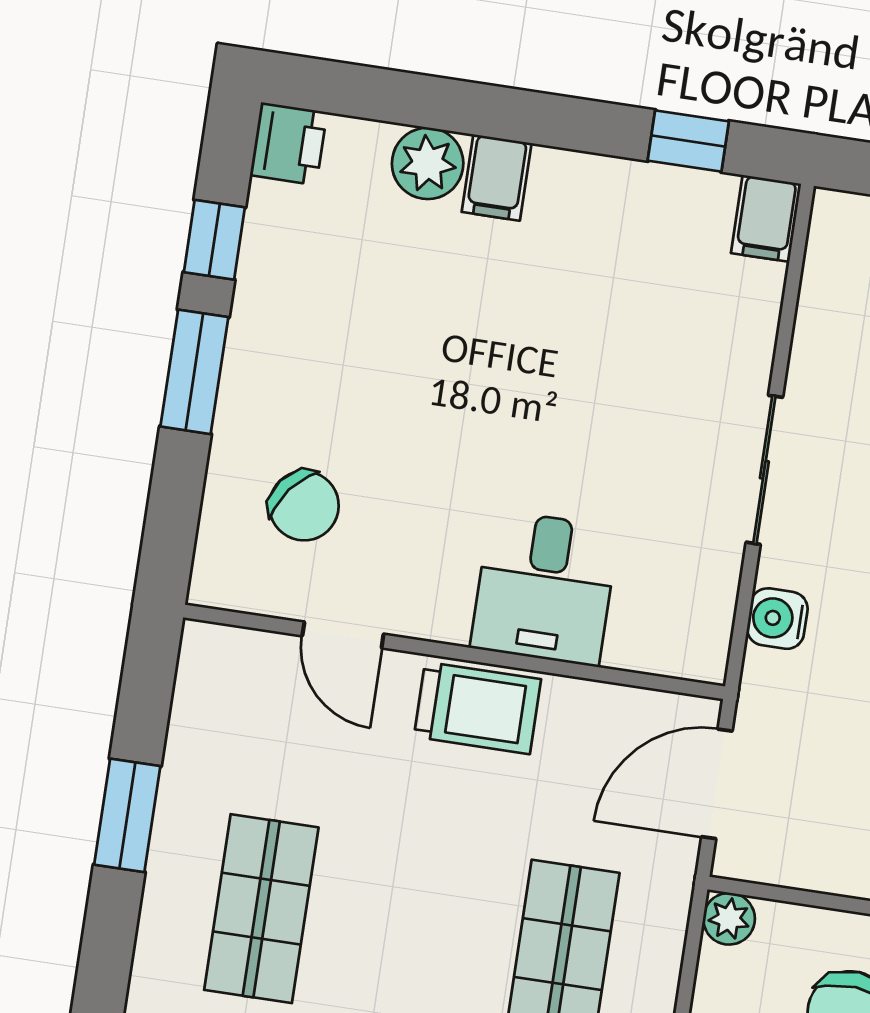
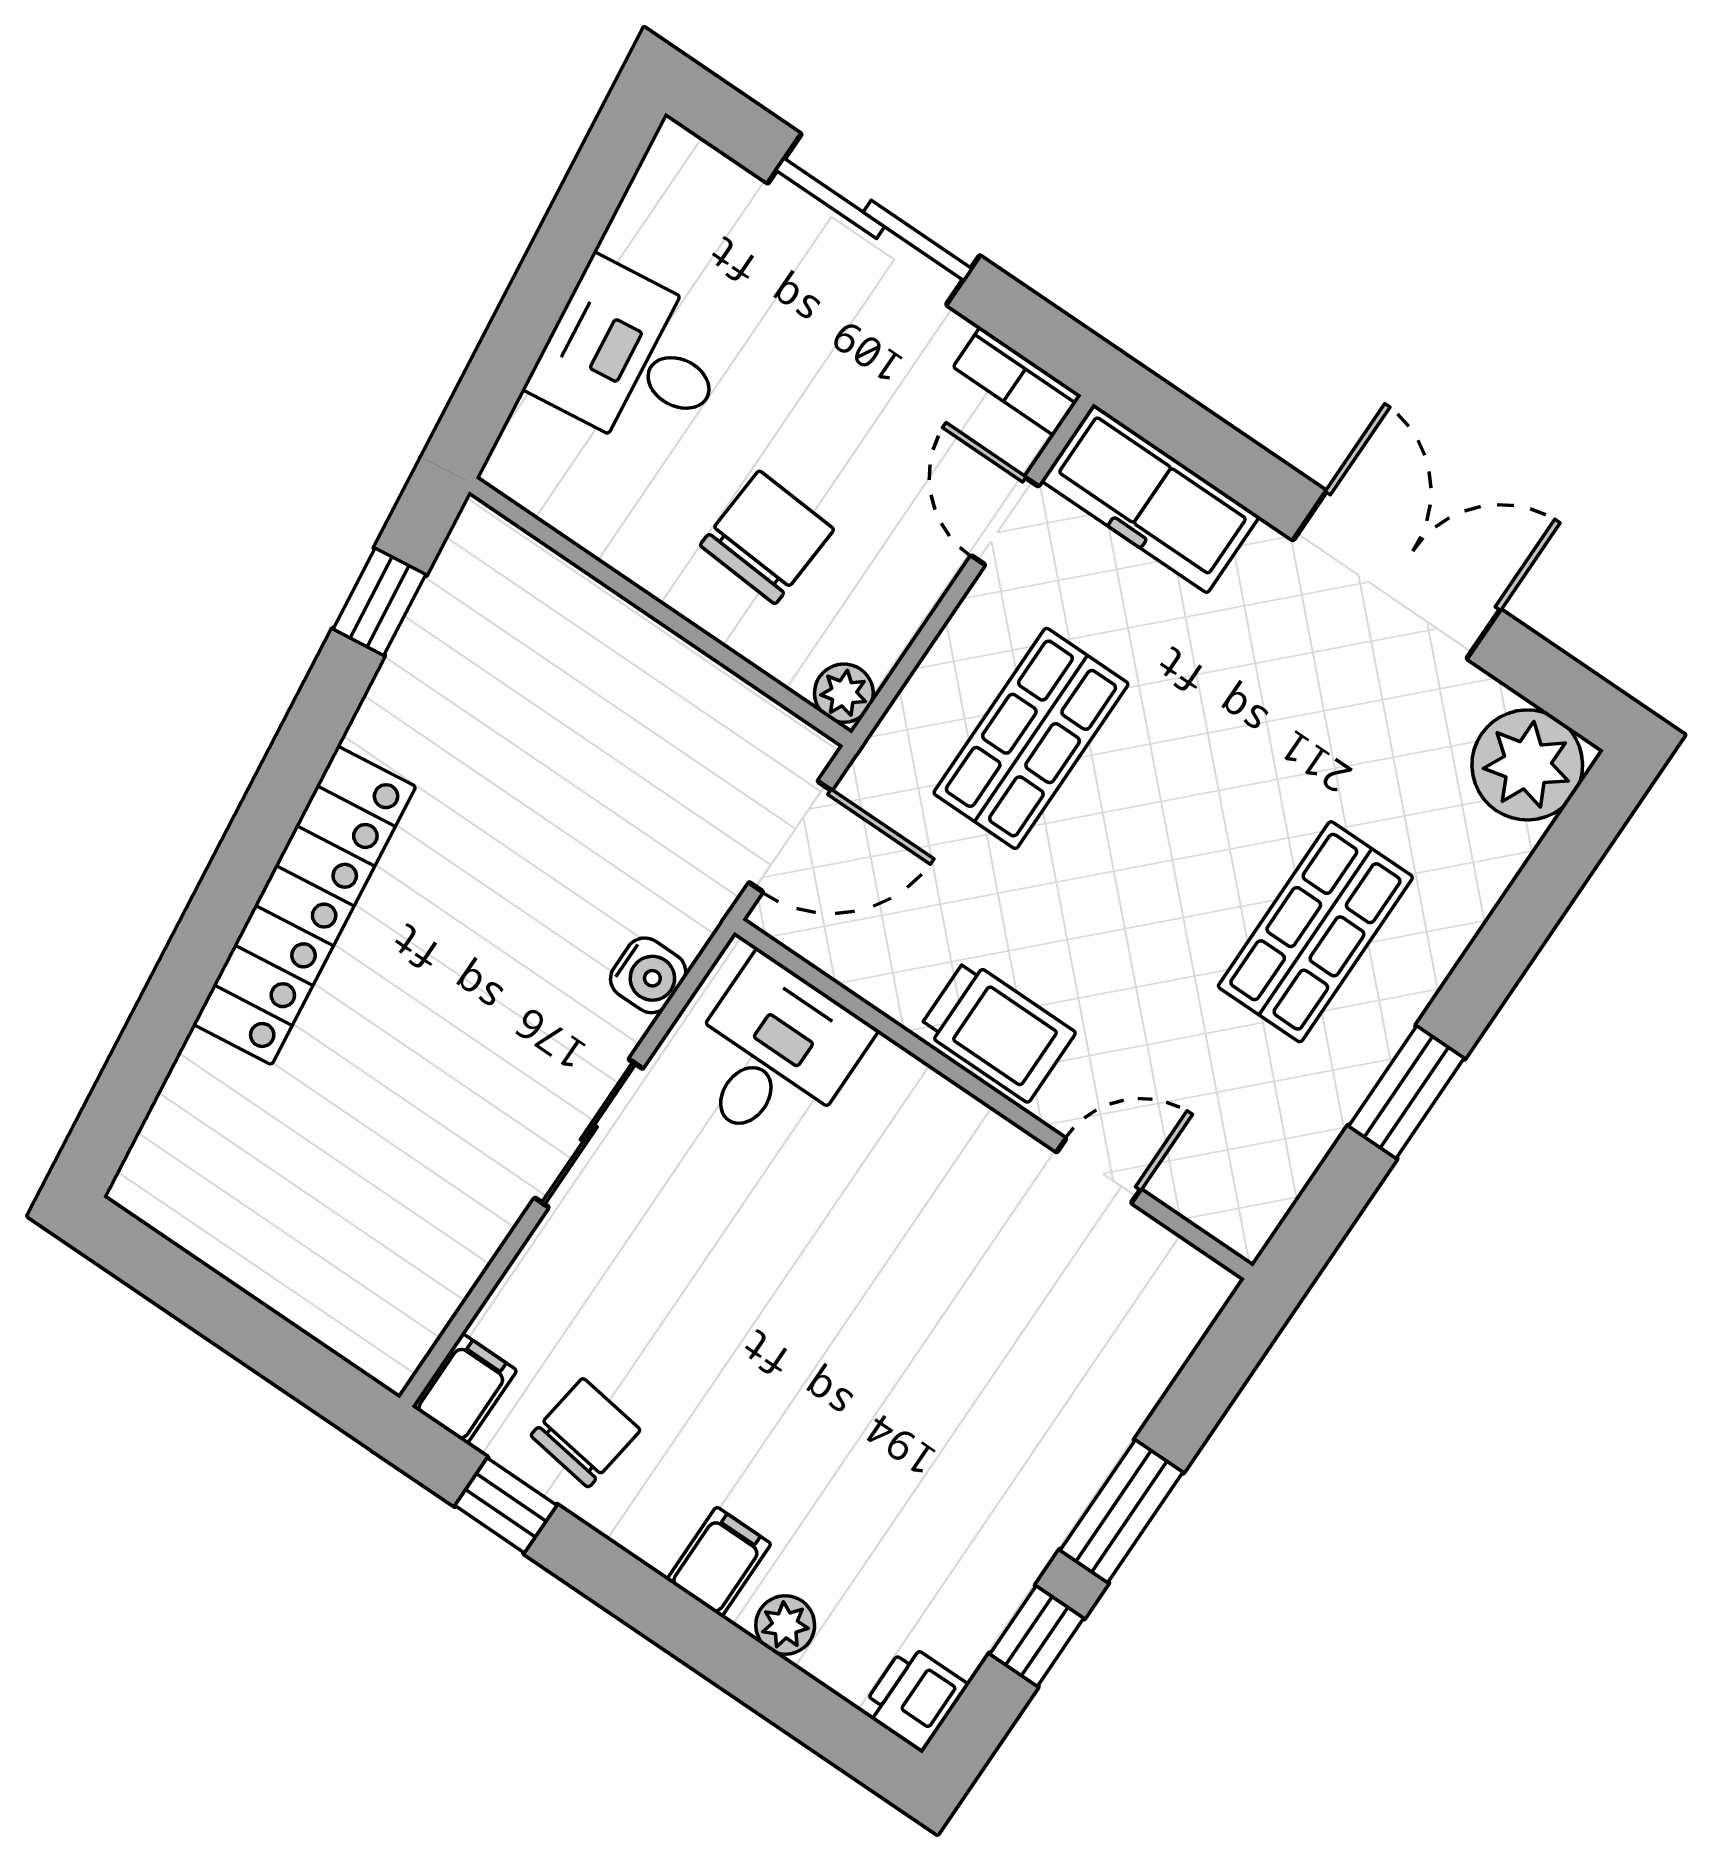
plant: (428, 163) -> (785, 1625), width x0.73, depth x0.73
chair: (304, 506) -> (586, 1433), moved, turned 60
desk: (545, 588) -> (774, 1055), moved
door: (343, 635) -> (1099, 1171), hinge flipped
trolley: (477, 708) -> (997, 1031), turned 180

